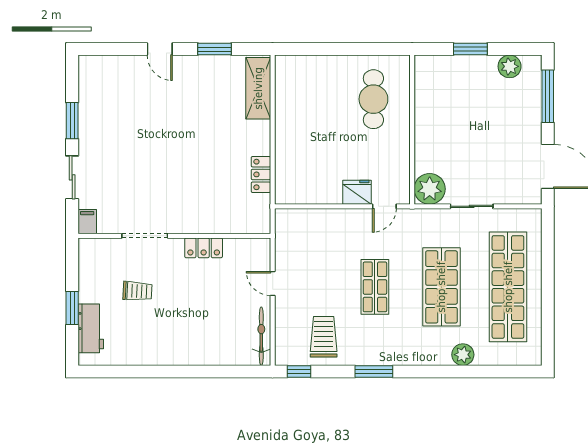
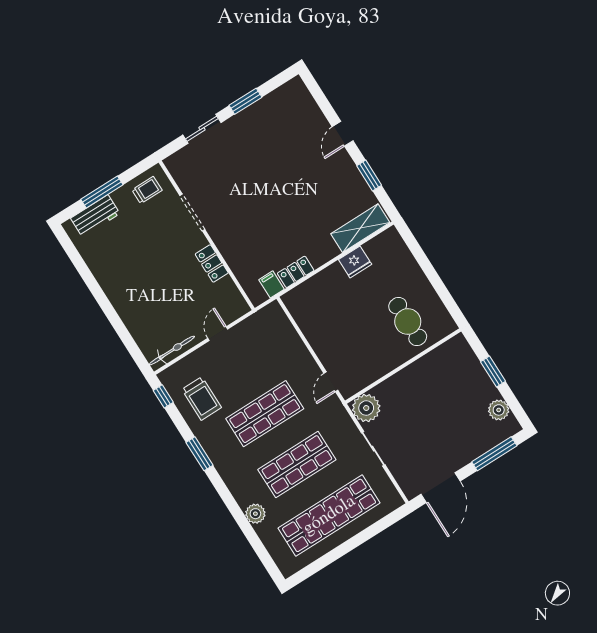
cafe table: (373, 99) -> (408, 322), turned 90
fridge: (357, 192) -> (355, 262), moved, turned 90
door: (384, 206) -> (331, 382), hinge flipped
filing cabinet: (87, 222) -> (271, 284), moved, turned -90
shop shelf: (375, 287) -> (265, 414), width x1.43, depth x1.36
trolley: (137, 291) -> (147, 190), moved, turned -93
window: (72, 308) -> (102, 192), width x1.44
trolley: (324, 337) -> (202, 398), turned 90

